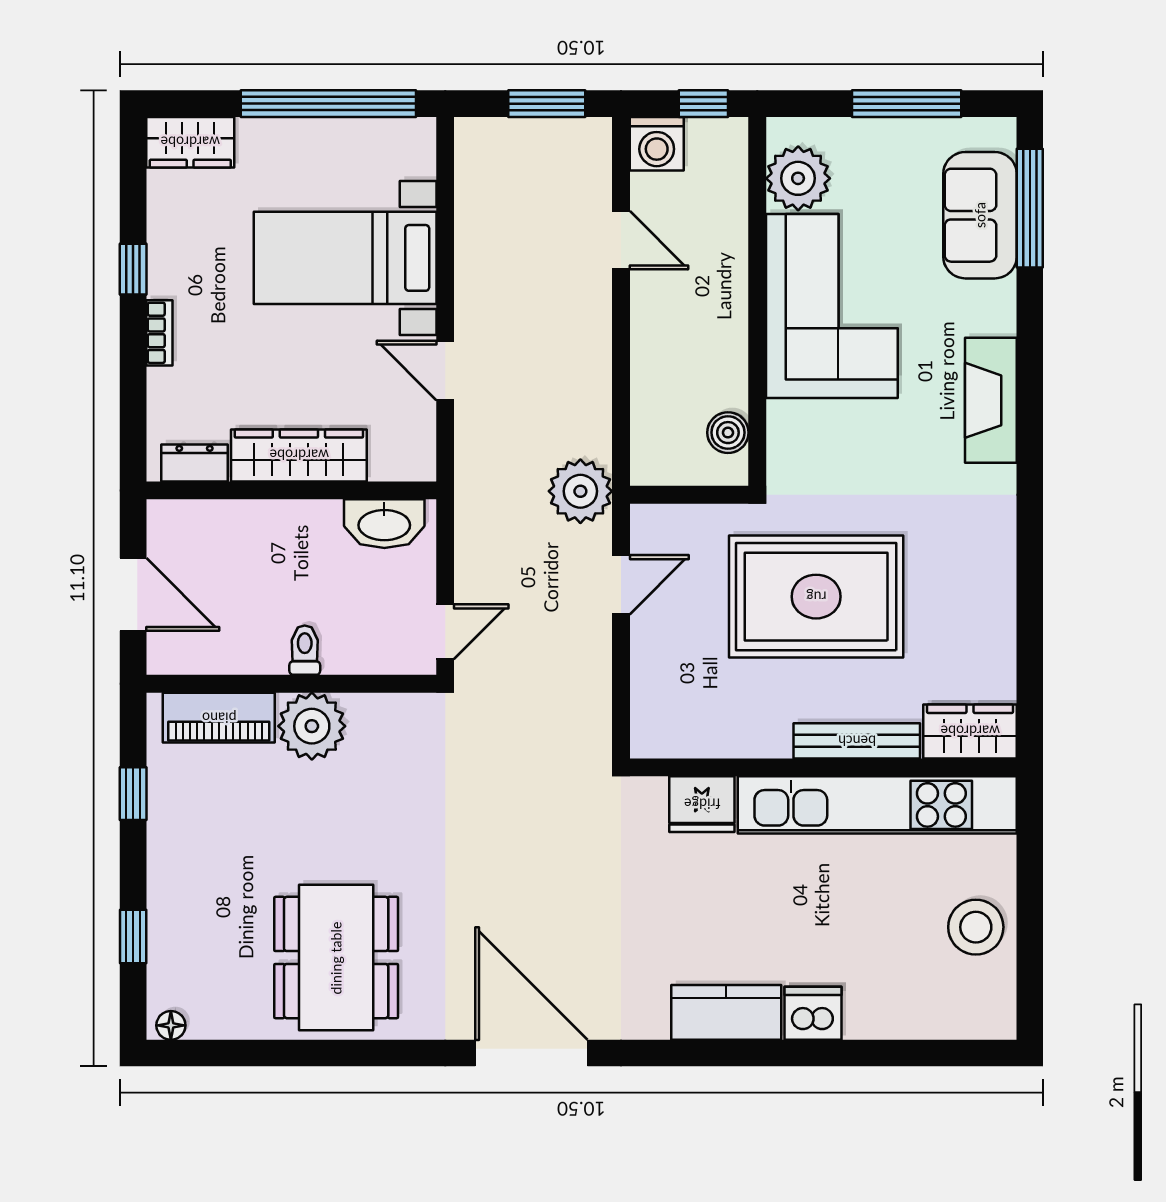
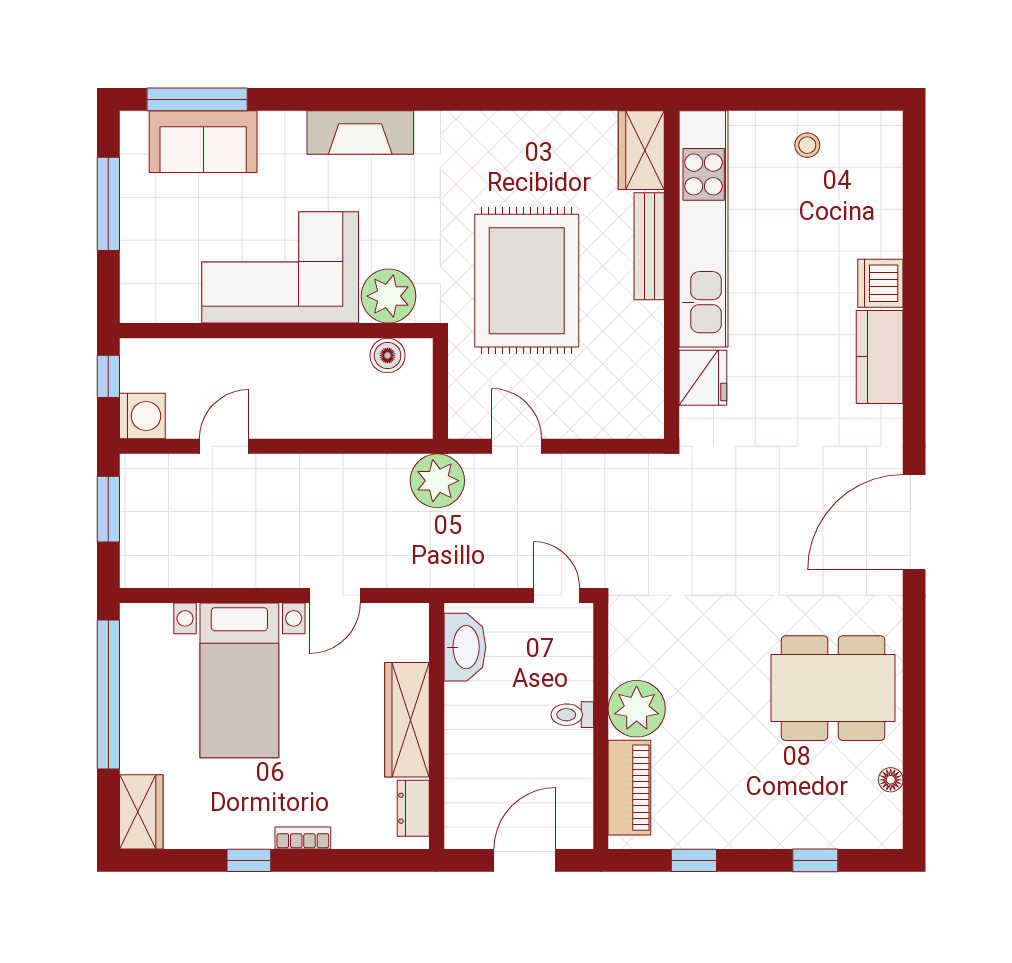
plant: (798, 178) -> (388, 296), moved
stool: (976, 927) -> (807, 145), width x0.53, depth x0.53
floor lamp: (171, 1025) -> (891, 780), moved

